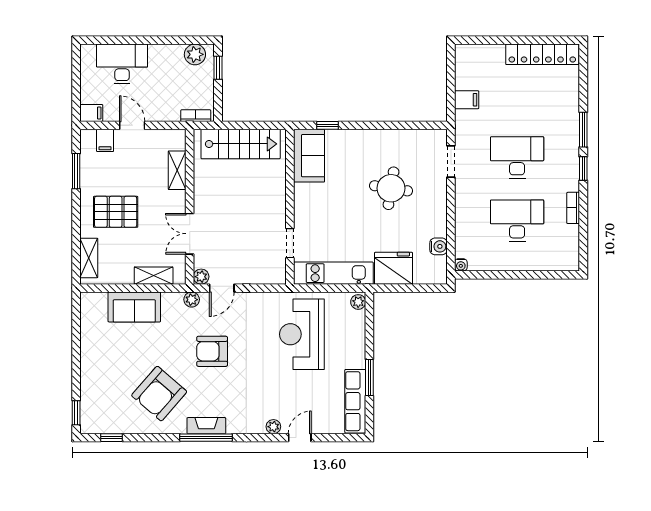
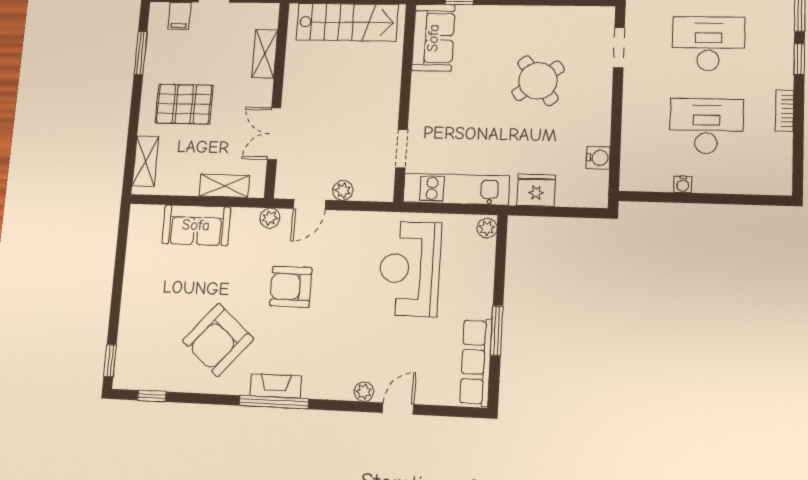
round table: (391, 188) -> (538, 81), turned 45
water cooler: (461, 265) -> (683, 184), moved
fridge: (394, 268) -> (536, 190), width x0.73, depth x0.75
plant: (201, 277) -> (343, 190), moved

